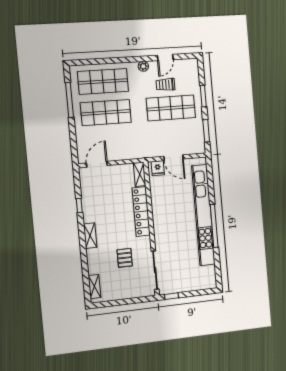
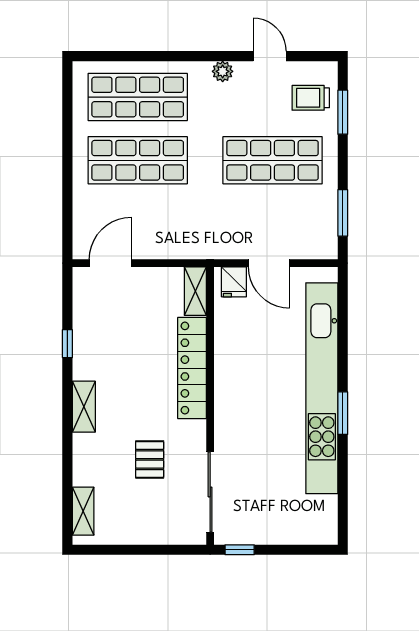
door: (165, 57) -> (270, 56), swing flipped
trolley: (165, 85) -> (311, 98), moved
window: (203, 96) -> (343, 112), moved
window: (70, 100) -> (67, 130), removed
window: (214, 226) -> (343, 413), width x0.47

